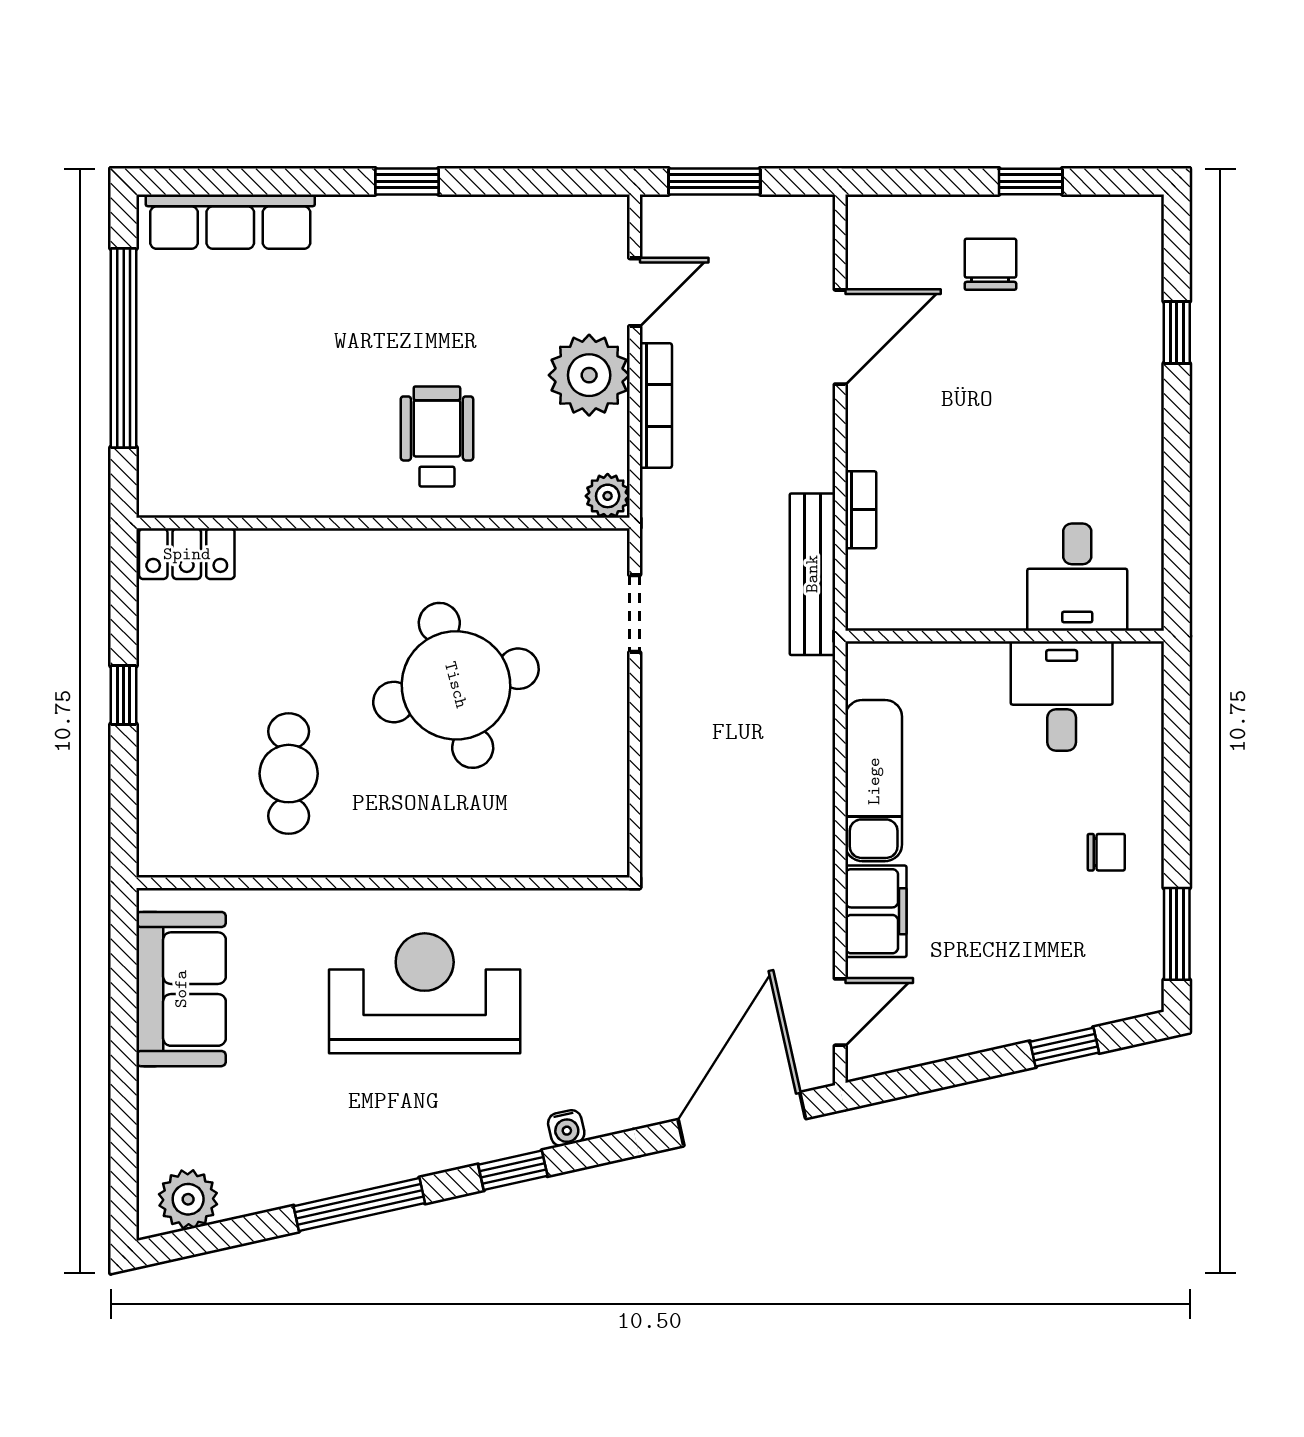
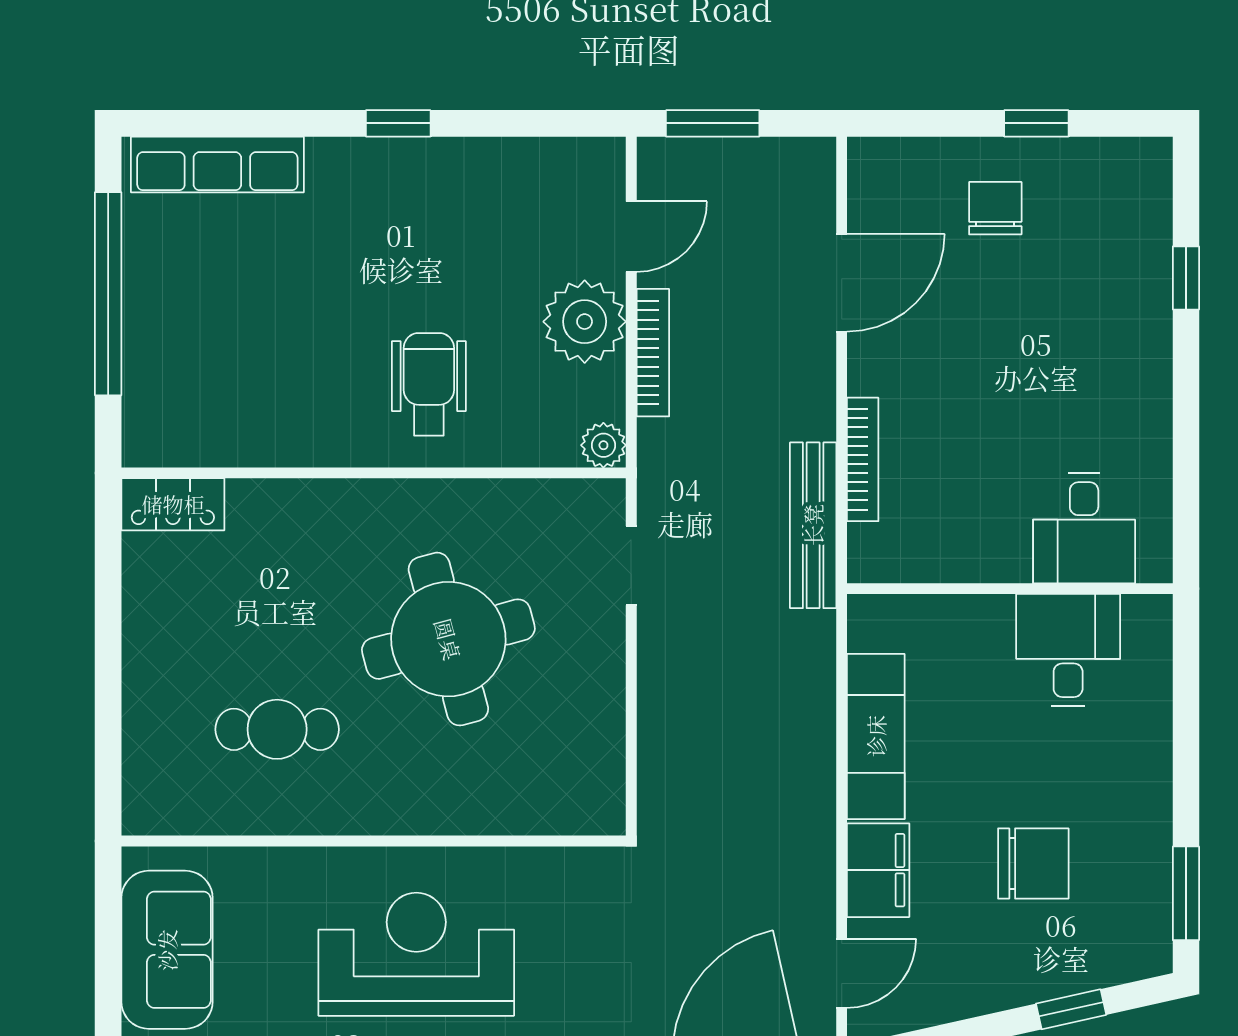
bookcase: (861, 510) -> (863, 459), width x1.56
window: (124, 695) -> (108, 649), removed
cafe table: (289, 774) -> (277, 729), turned 90
chair: (1106, 852) -> (1033, 863), moved, width x1.87, depth x1.87

